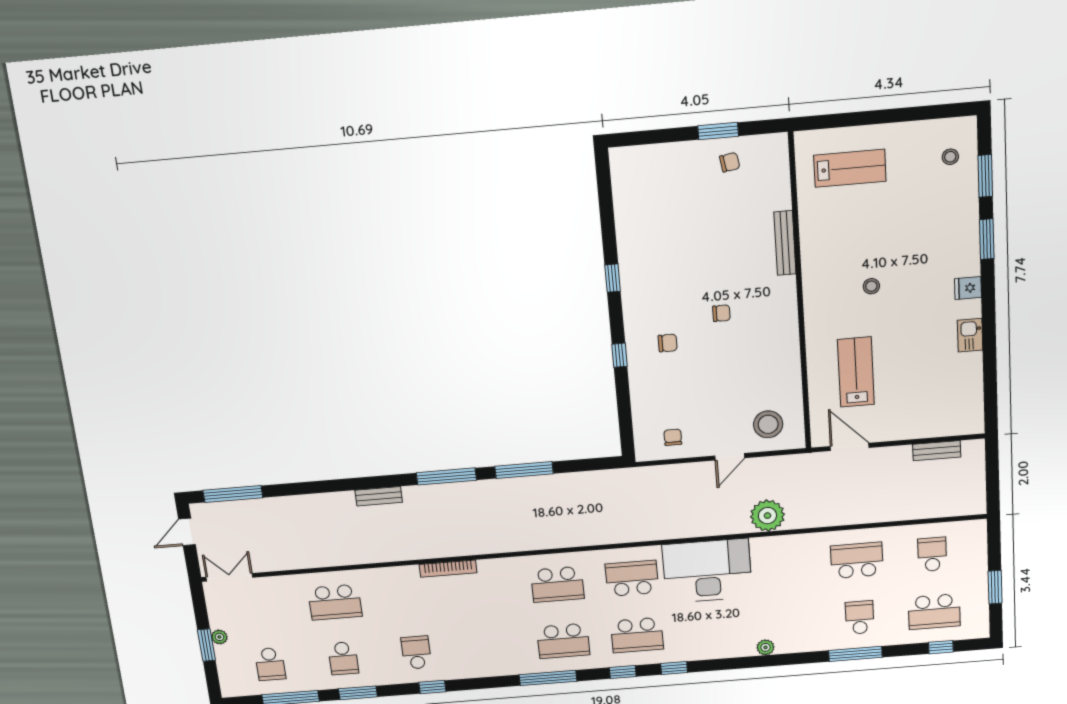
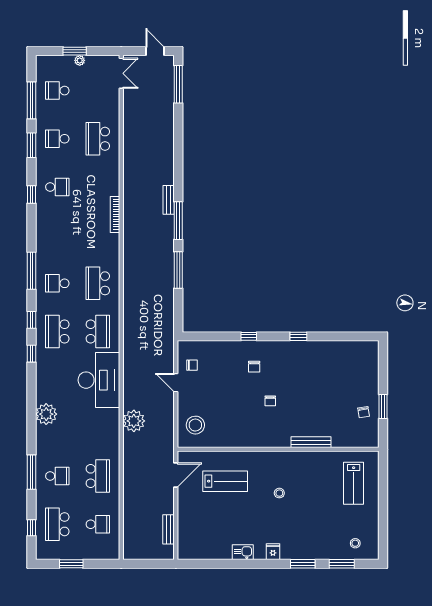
door: (730, 457) -> (176, 383), moved
bench: (379, 496) -> (169, 200), moved
school desk: (563, 641) -> (57, 283), width x0.54
plant: (765, 647) -> (46, 414), width x1.87, depth x1.87

